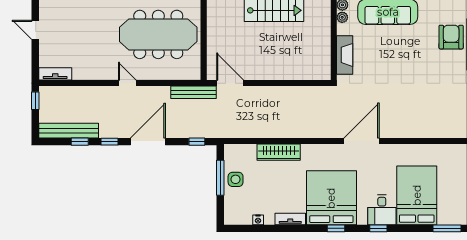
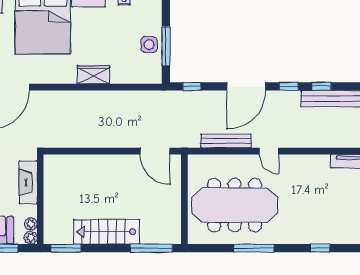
bench: (194, 92) -> (226, 141), moved
wardrobe: (279, 152) -> (93, 75), width x0.67

